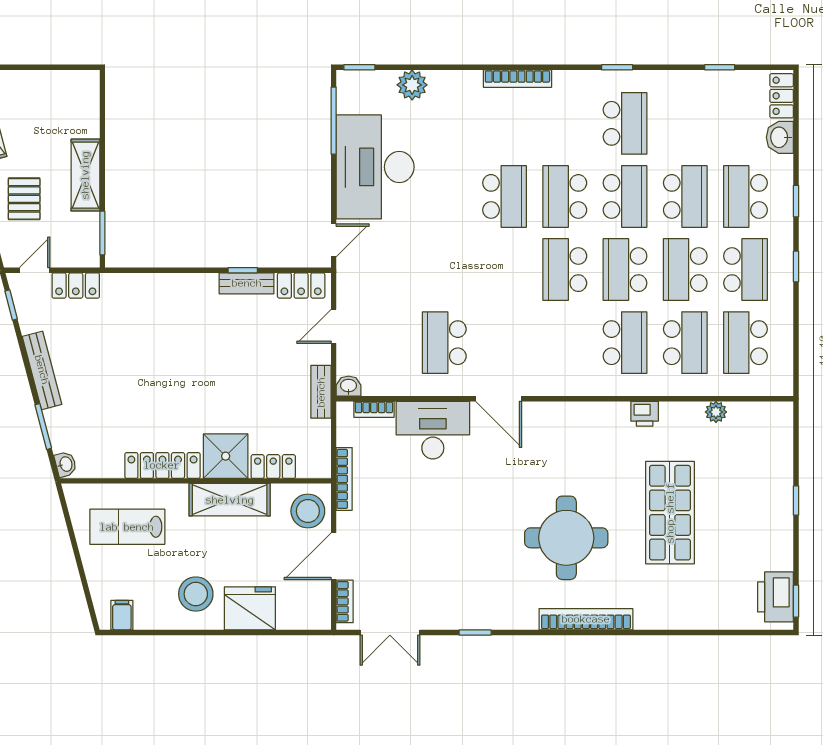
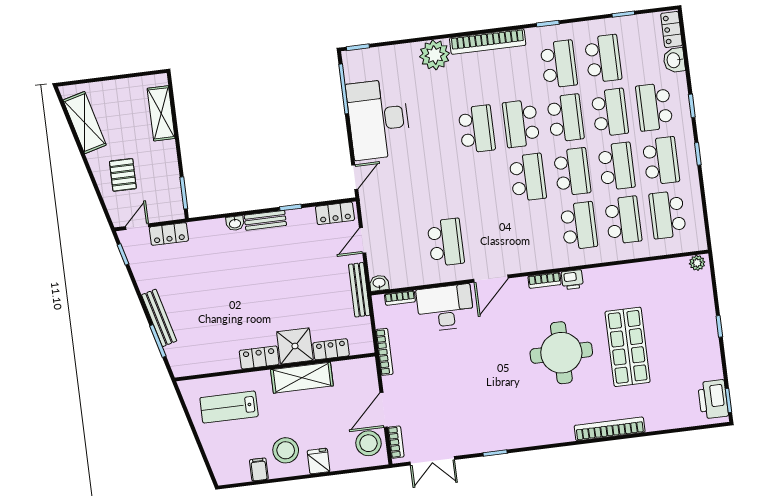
bookcase: (517, 79) -> (488, 42), width x1.48, depth x1.31
plant: (412, 85) -> (435, 55), moved, width x1.36, depth x1.36
school desk: (685, 123) -> (603, 59), added
shelving: (85, 175) -> (161, 113), moved
school desk: (565, 270) -> (528, 177), turned 180
school desk: (625, 270) -> (572, 172), turned 180
school desk: (685, 270) -> (617, 166), turned 180
bench: (247, 283) -> (265, 220), moved
school desk: (444, 343) -> (446, 242), turned 180
bench: (42, 370) -> (159, 318), moved
bench: (321, 392) -> (359, 290), width x1.36
door: (499, 399) -> (491, 279), hinge flipped
bookcase: (570, 410) -> (544, 280), added
plant: (716, 412) -> (697, 263), moved
printer: (645, 414) -> (572, 280), moved
washbasin: (66, 464) -> (235, 223), moved, turned 105
locker: (162, 465) -> (259, 357), width x0.66
stool: (308, 511) -> (368, 443), moved
round table: (566, 538) -> (561, 353), moved
fridge: (250, 608) -> (319, 461), width x0.53, depth x0.75
filing cabinet: (122, 615) -> (259, 469), moved
bookcase: (586, 619) -> (610, 429), moved

